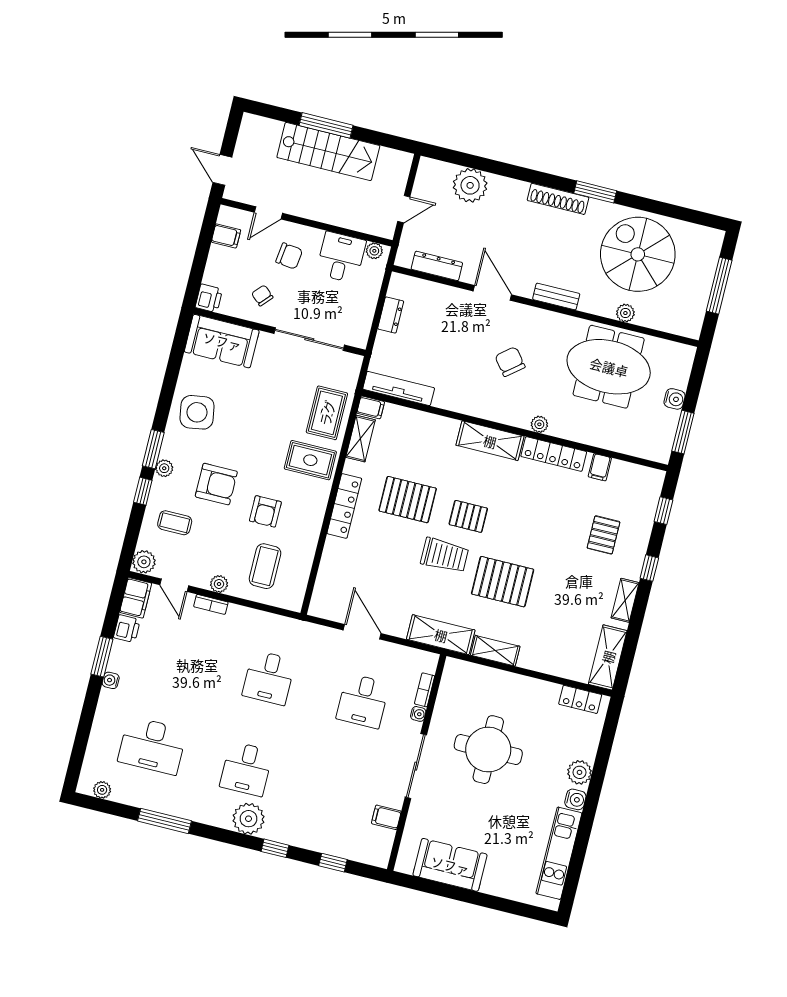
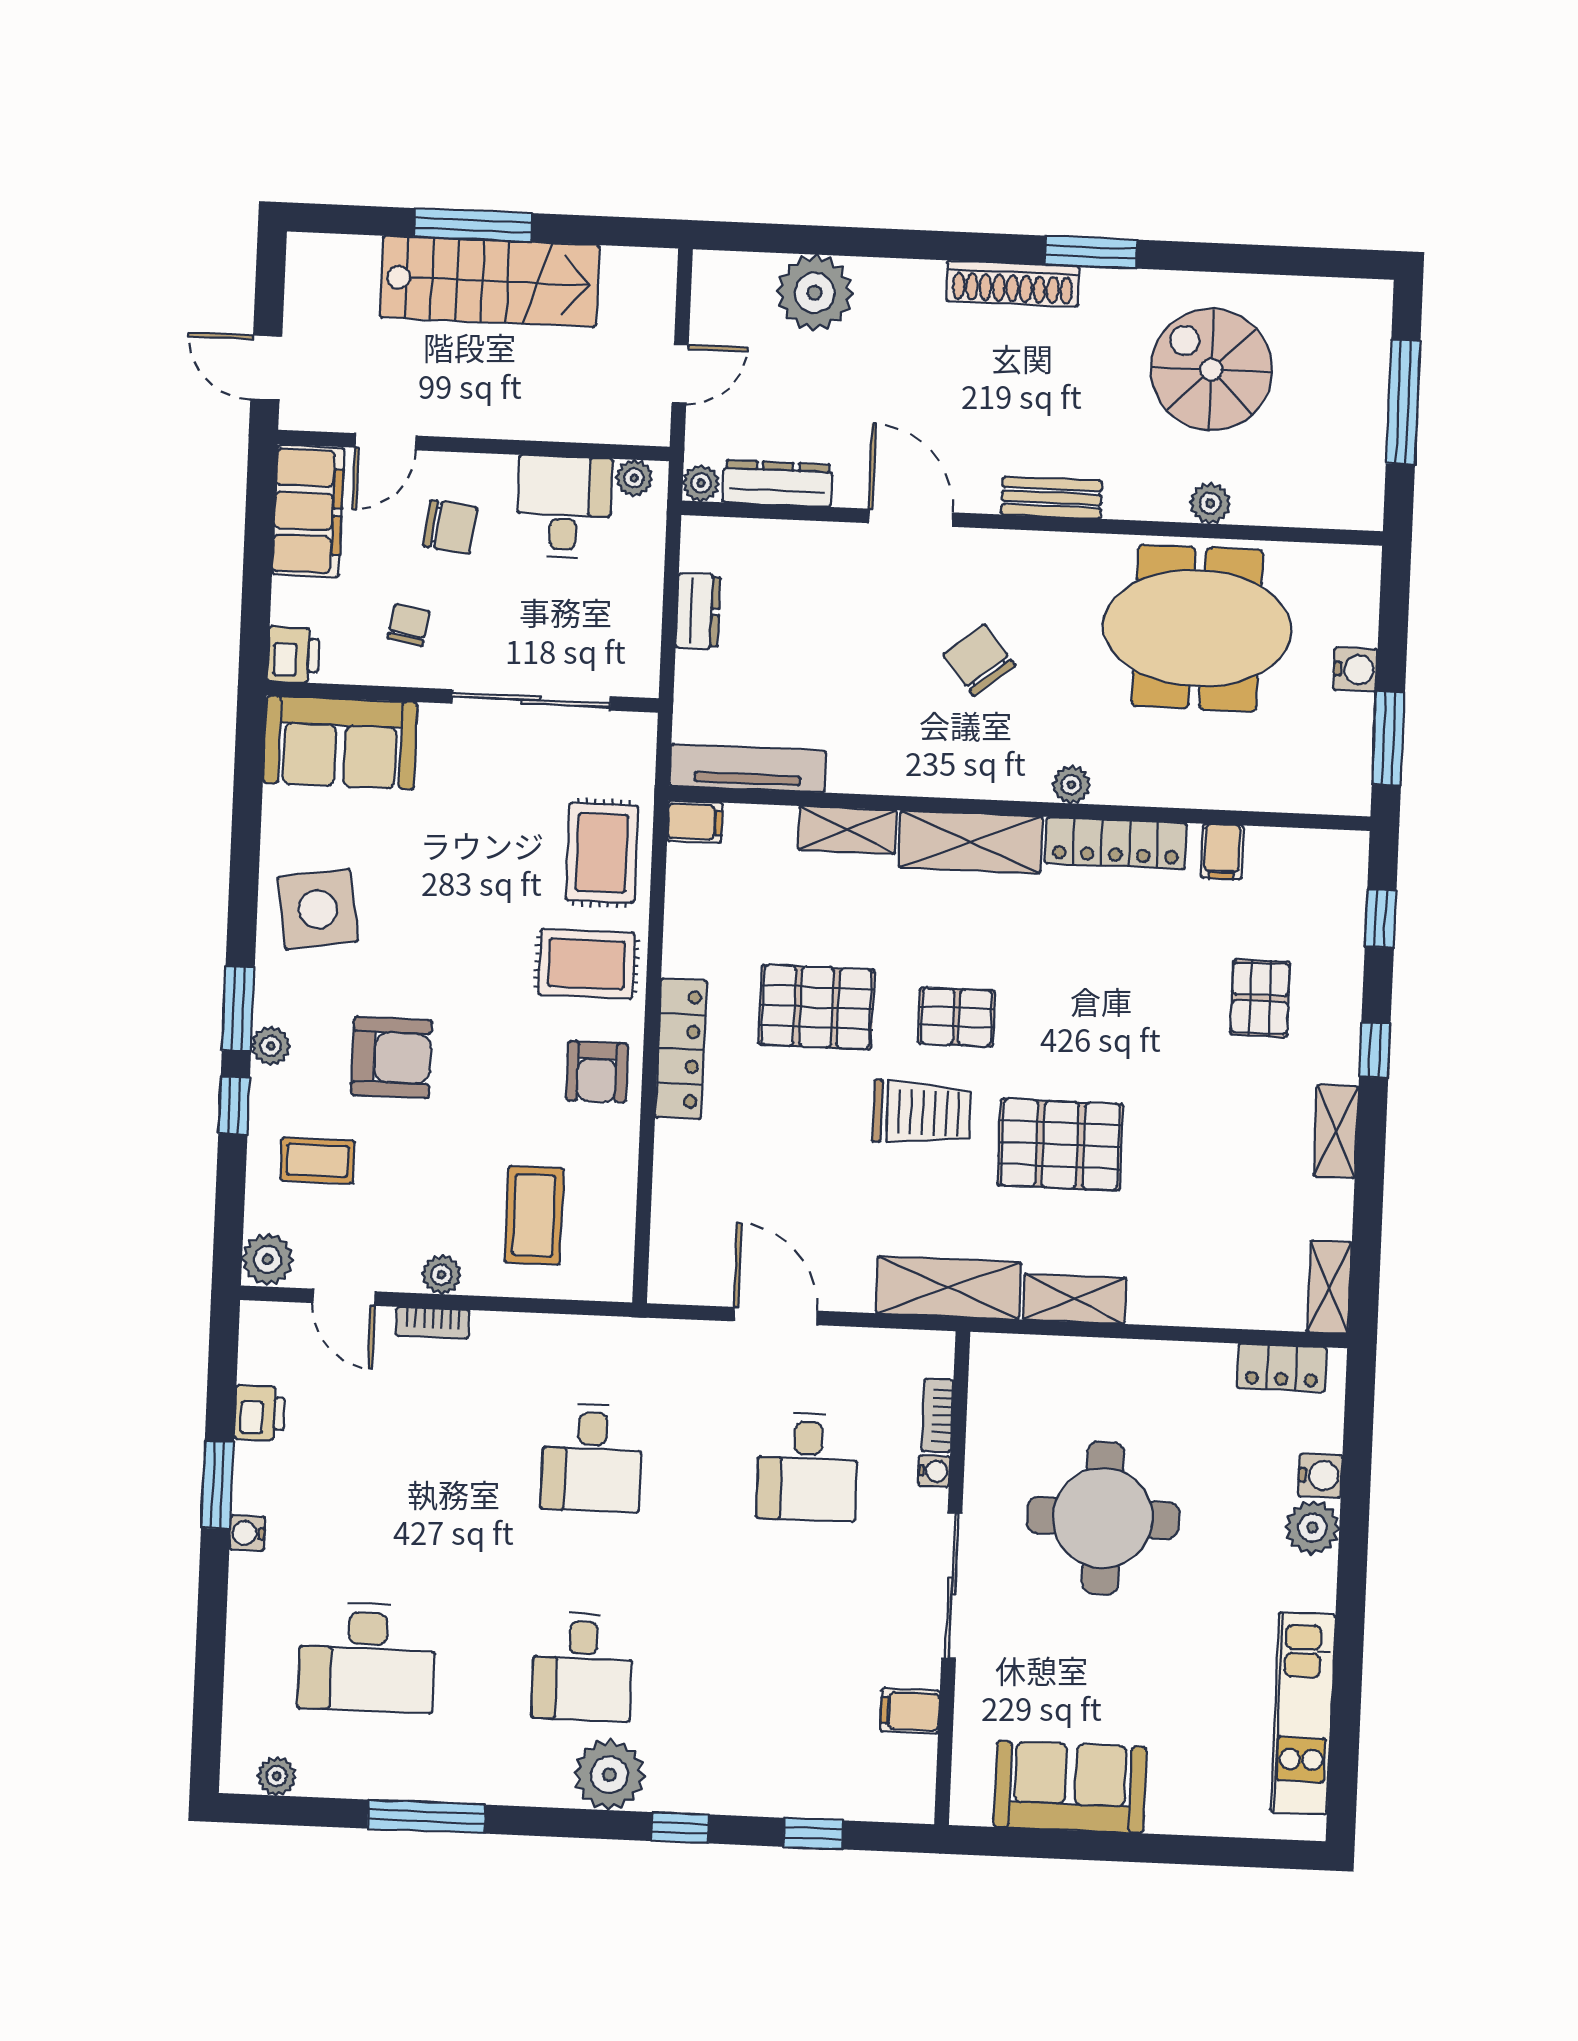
filing cabinet: (226, 236) -> (308, 511), width x3.00, depth x1.17
spiral stairs: (638, 254) -> (1211, 370), width x0.73, depth x0.73
plant: (403, 259) -> (701, 483), added
chair: (262, 295) -> (409, 625), turned 58
shelving: (361, 439) -> (847, 830), moved, turned 90
armchair: (265, 511) -> (597, 1072), moved
filing cabinet: (136, 598) -> (265, 1342), removed
shelving: (608, 657) -> (1329, 1287), width x0.67, depth x0.75
water cooler: (575, 799) -> (1320, 1476), moved

